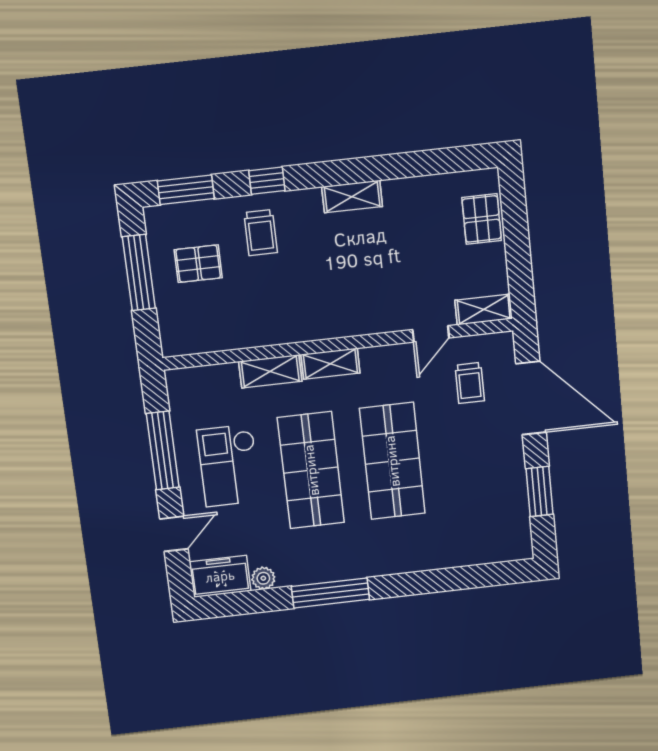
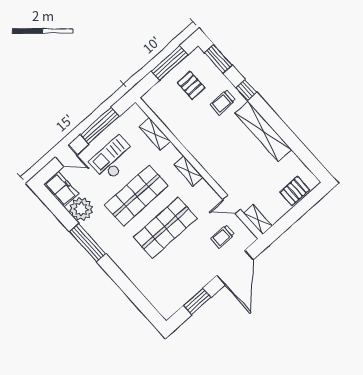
shelving: (352, 197) -> (263, 131), width x2.20, depth x1.33
shelving: (270, 371) -> (155, 134), moved
plant: (263, 578) -> (81, 209), width x1.88, depth x1.88

